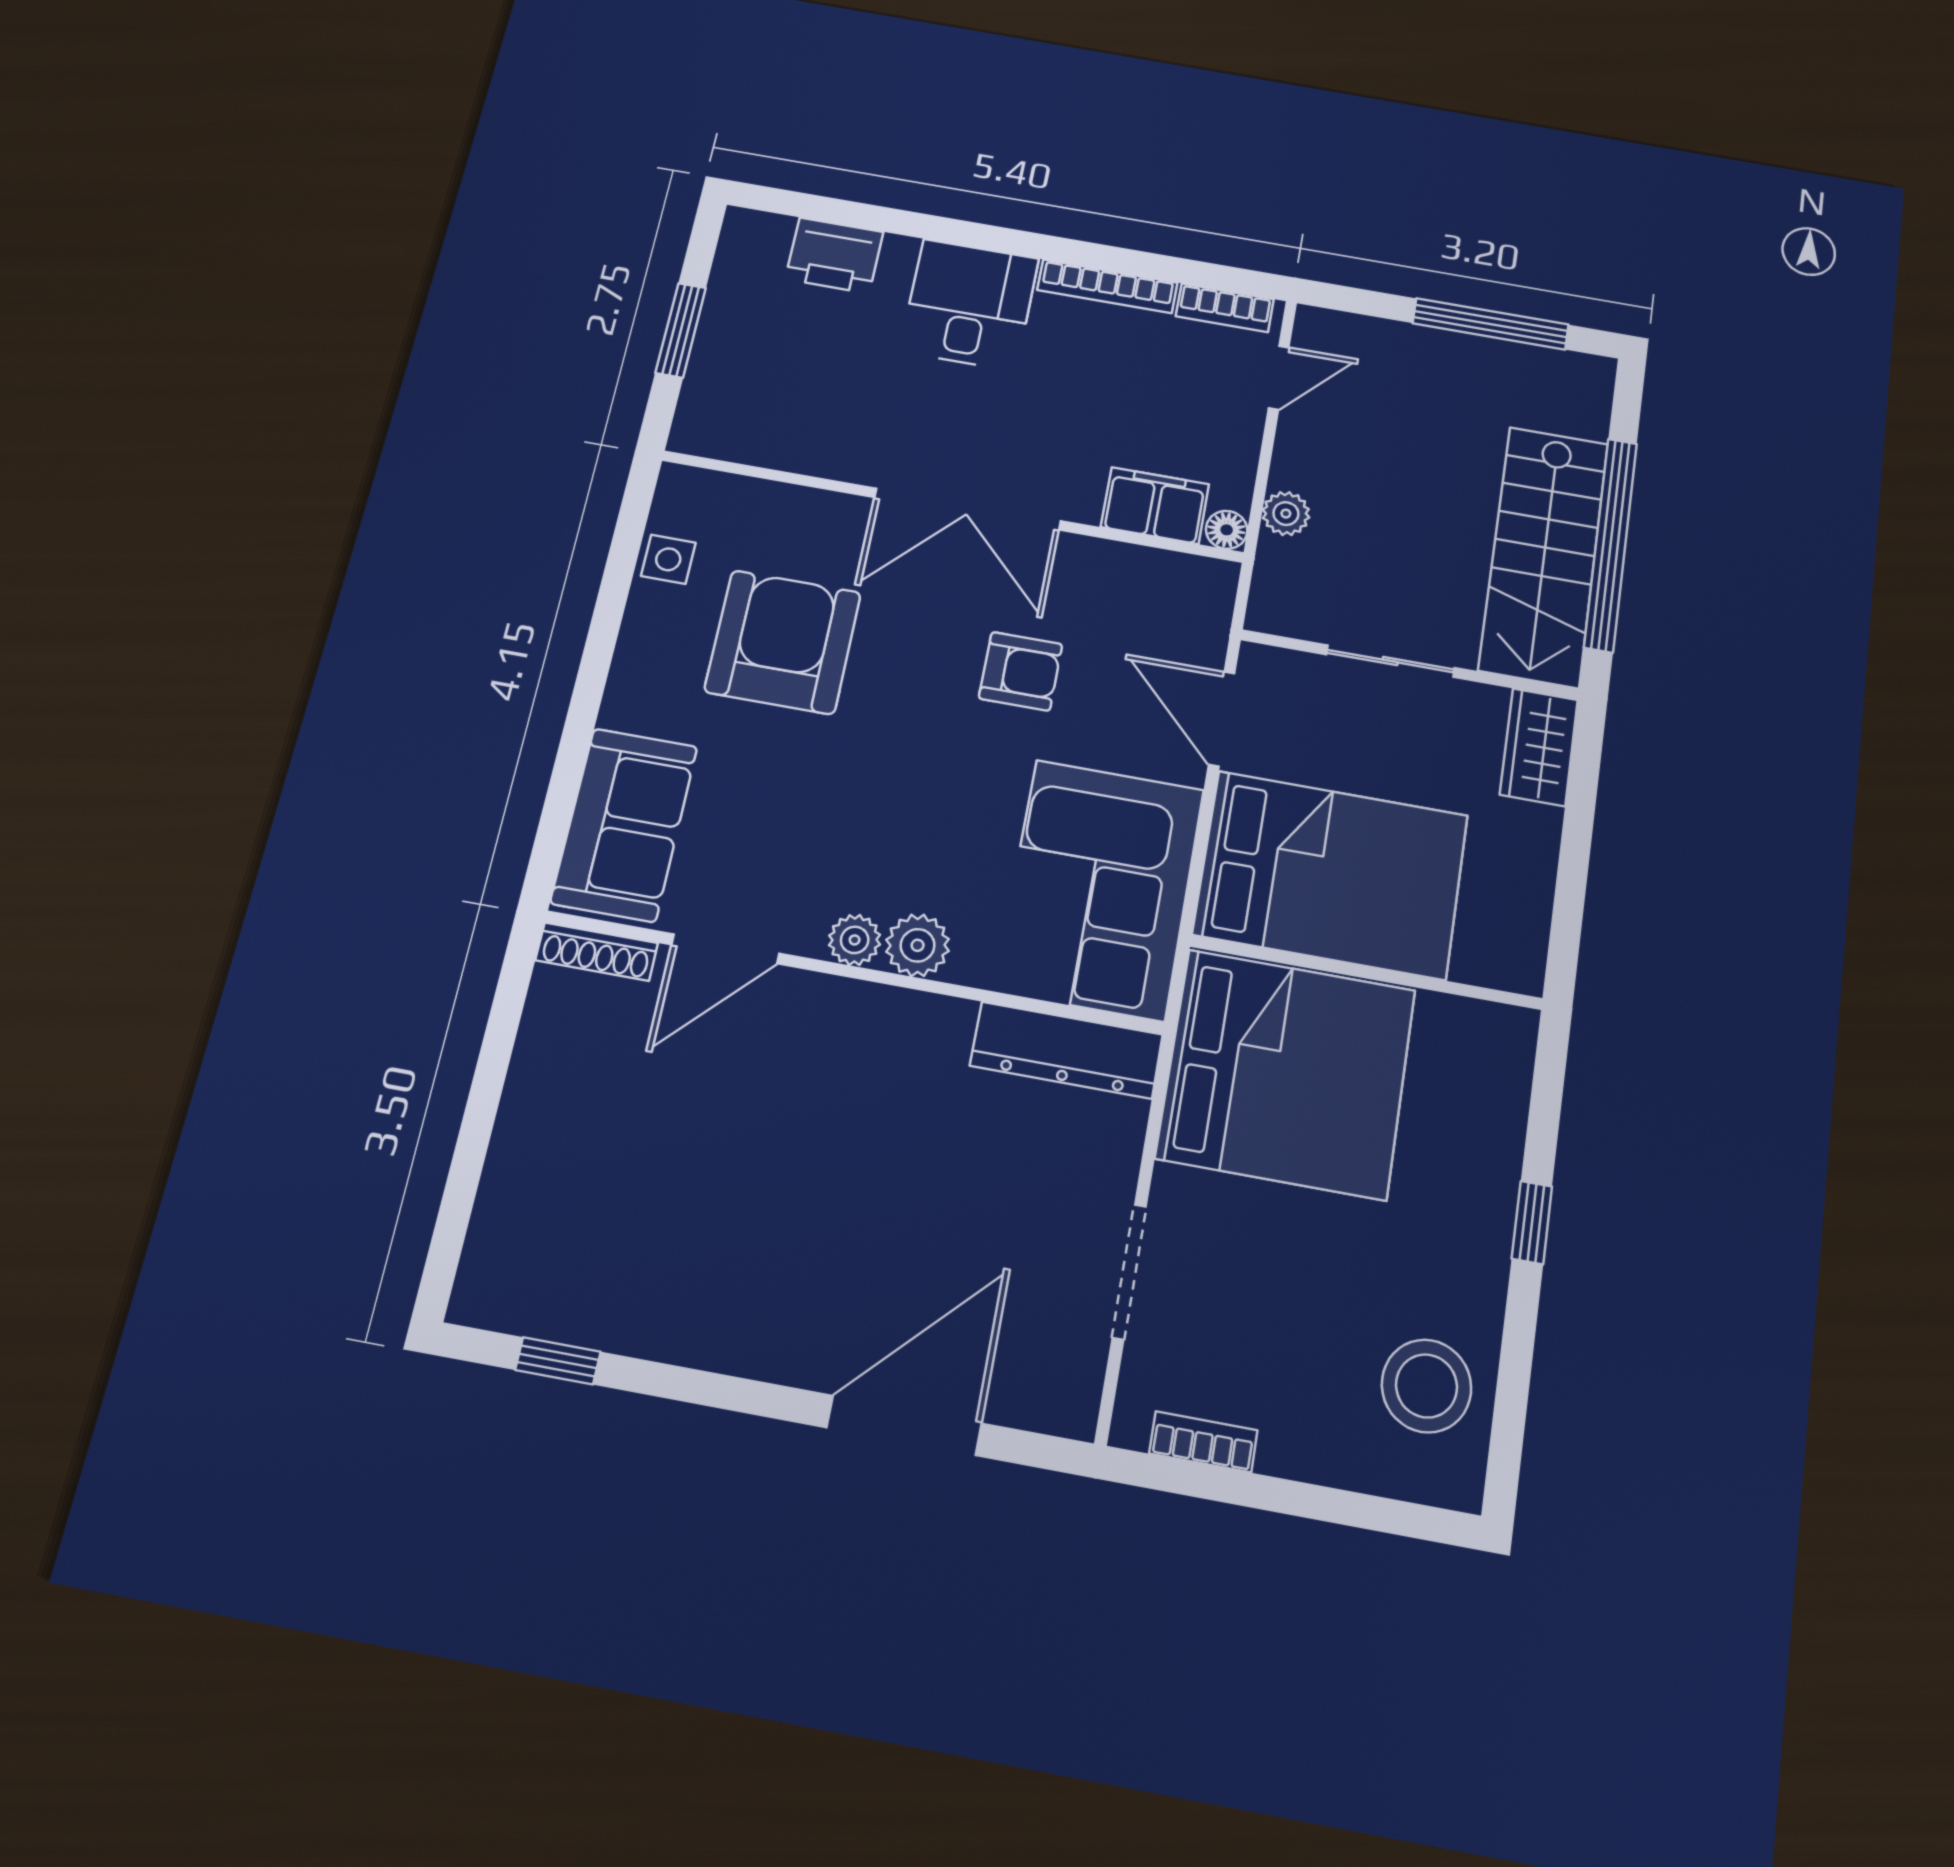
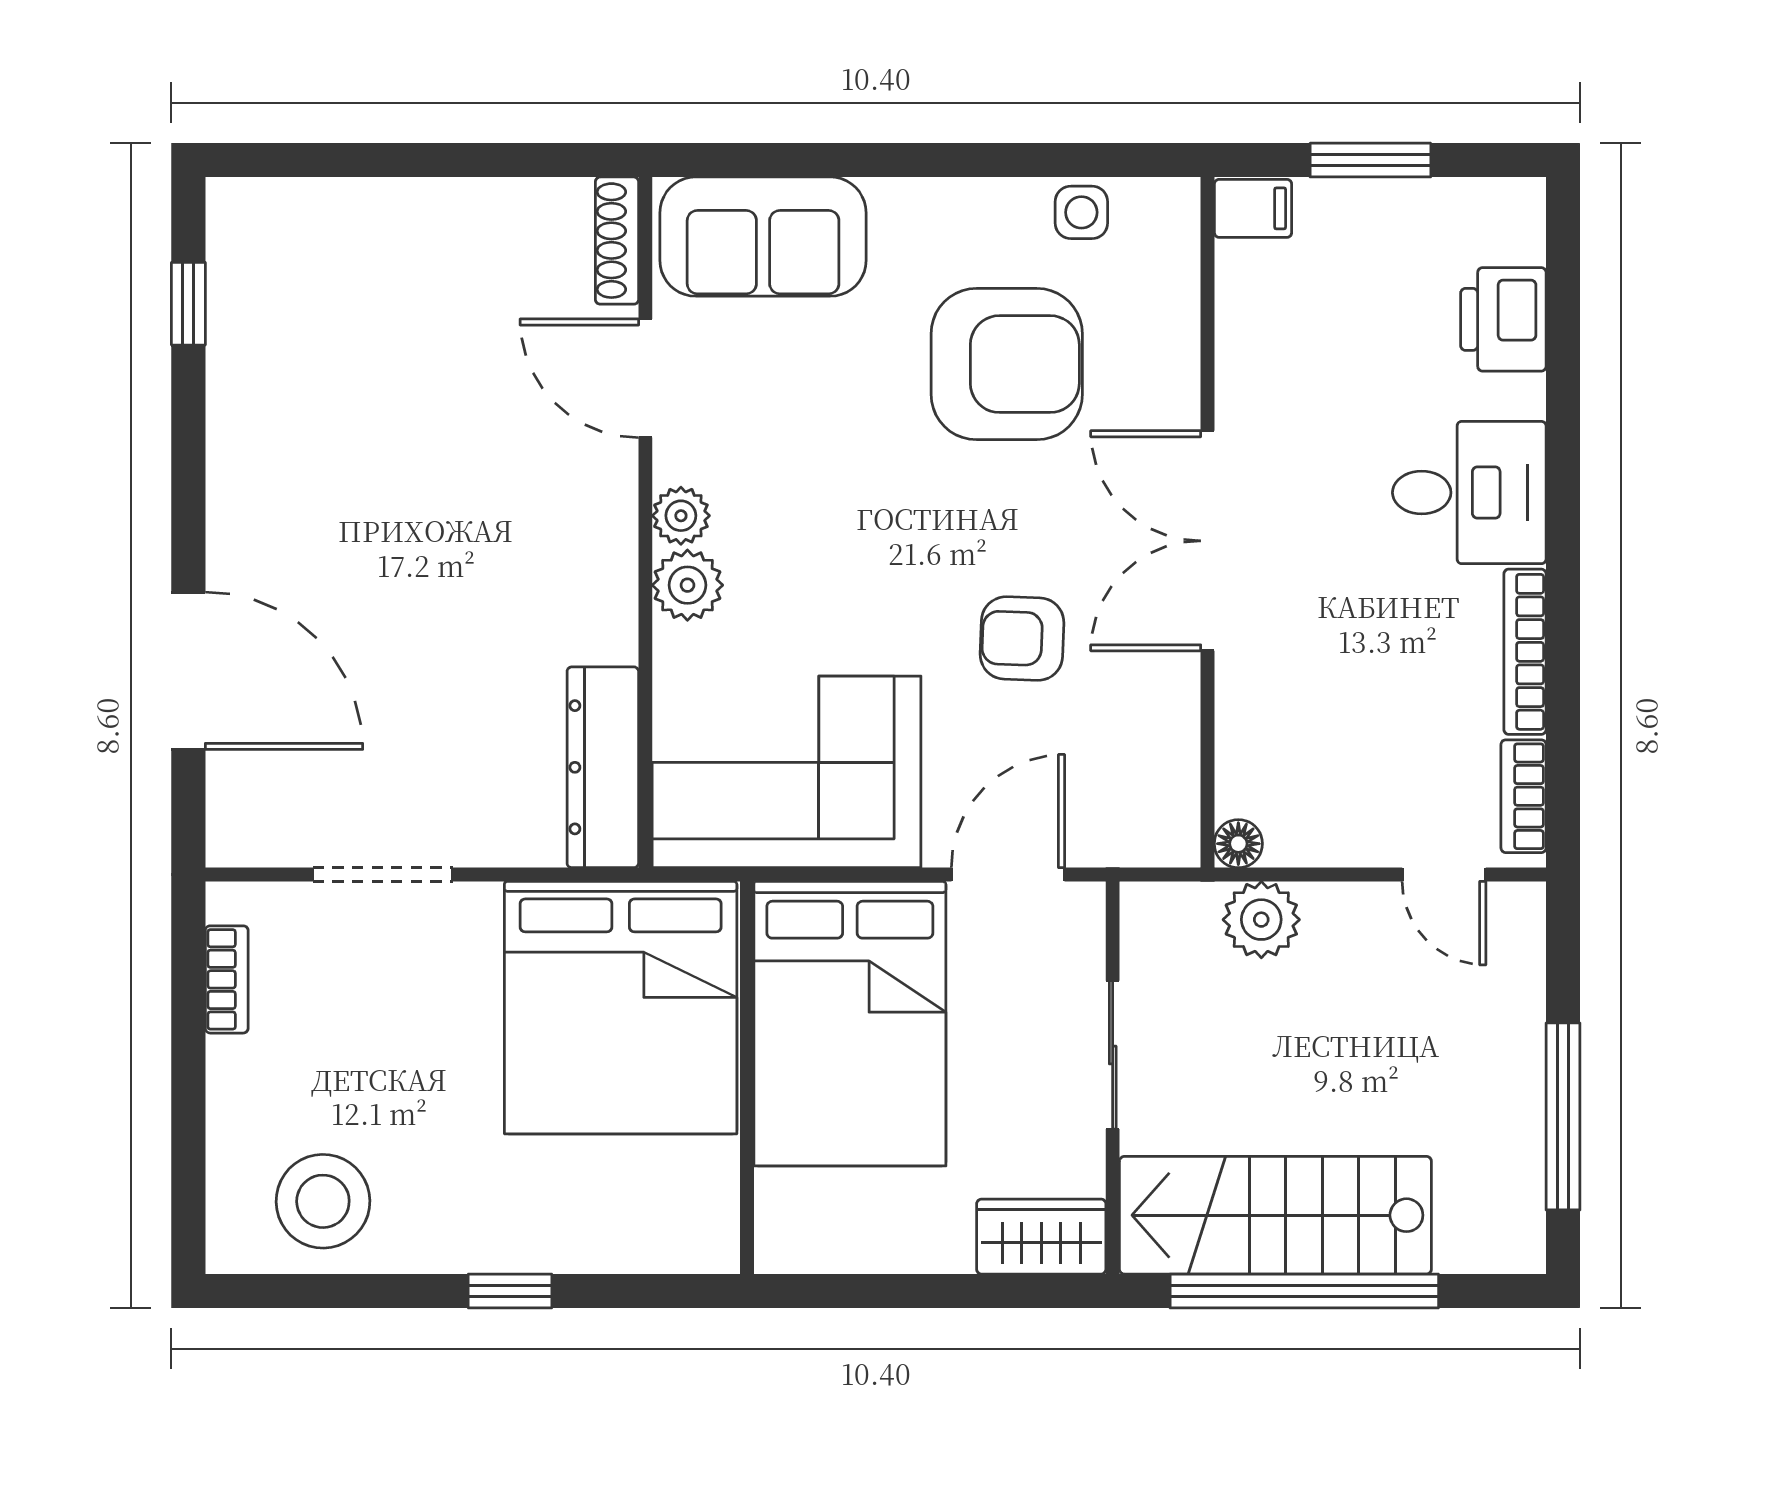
filing cabinet: (1155, 506) -> (1253, 208), moved, width x0.50
plant: (1286, 514) -> (1261, 920), width x1.38, depth x1.38
armchair: (1021, 671) -> (1022, 639), turned 92

